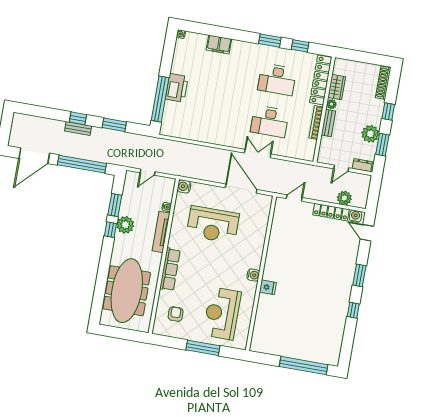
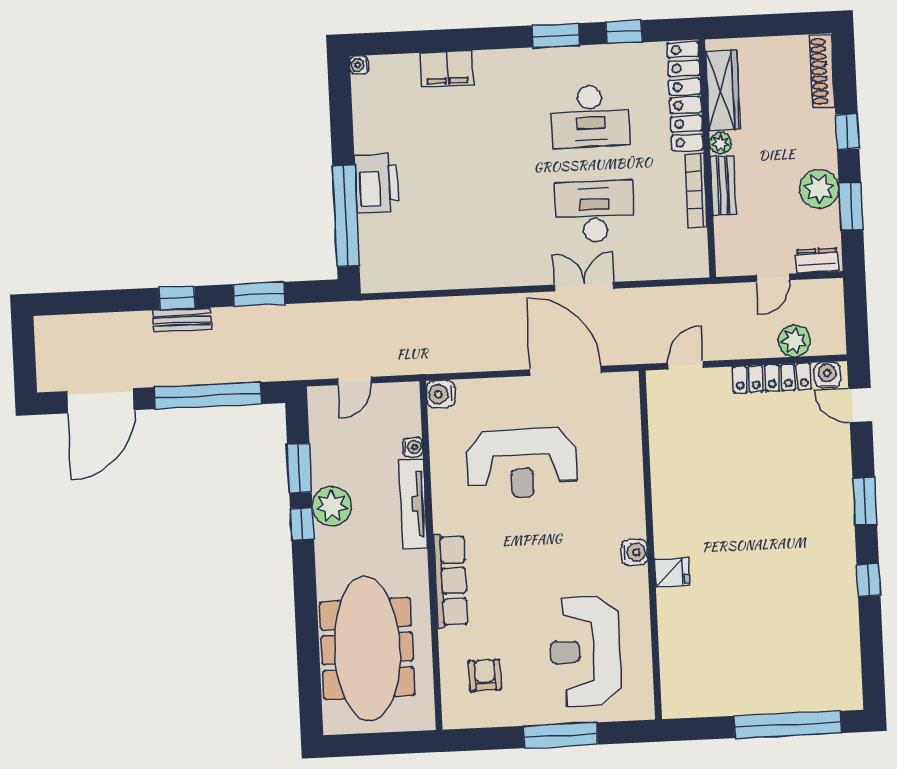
wardrobe: (337, 87) -> (723, 90), width x1.50
desk: (270, 121) -> (595, 211), turned 180

